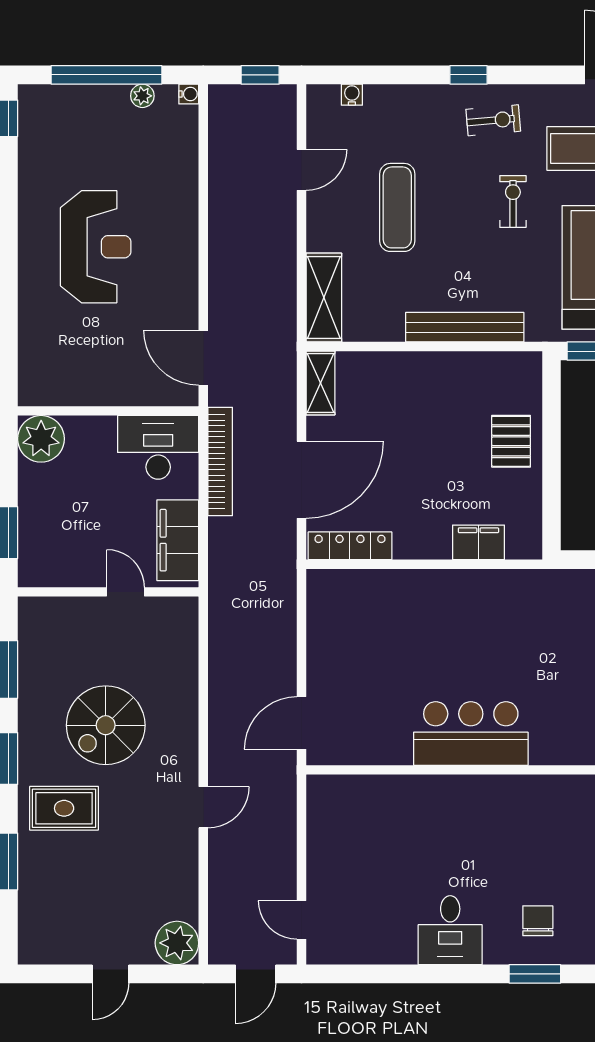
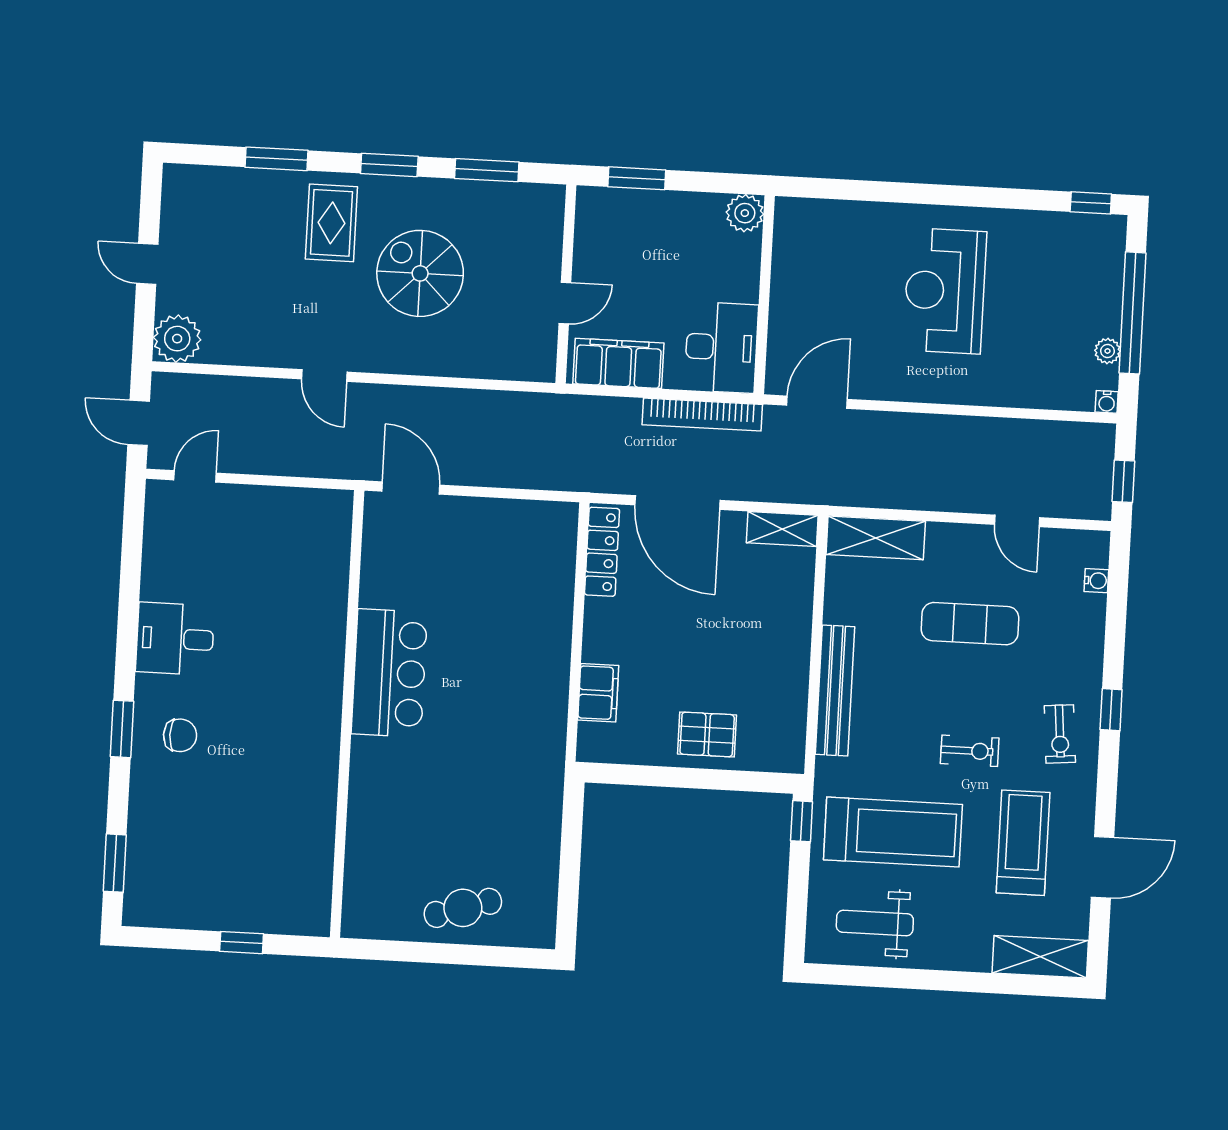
reception desk: (96, 247) -> (945, 291), turned 90
plant: (41, 439) -> (745, 213), width x0.73, depth x0.73

